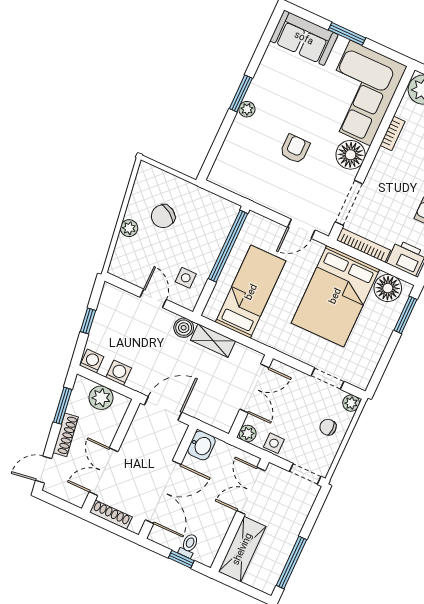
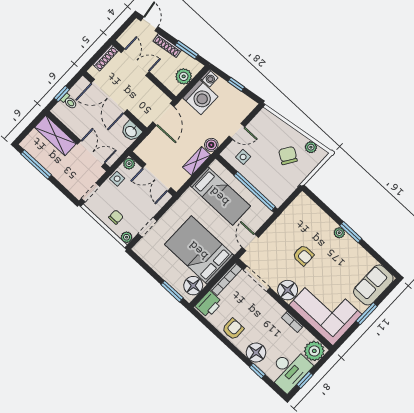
plant: (129, 228) -> (311, 147), moved
washing machine: (119, 373) -> (200, 97), width x1.89, depth x1.89

